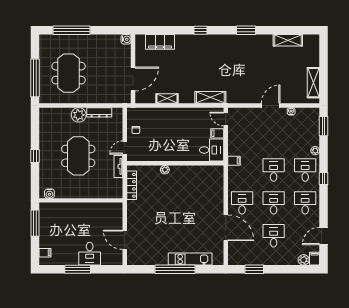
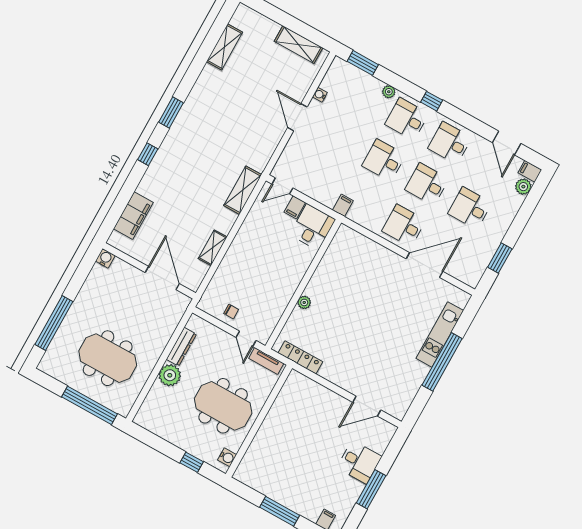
window: (246, 30) -> (171, 113), moved
water cooler: (49, 194) -> (227, 457), moved
wall: (81, 200) -> (259, 421), moved

